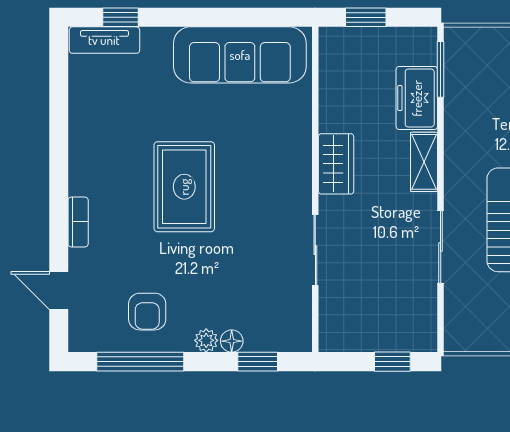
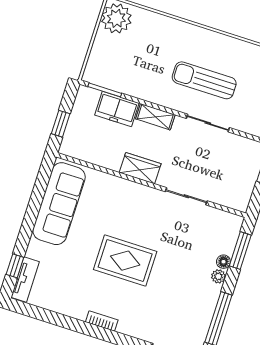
bookcase: (78, 222) -> (102, 321), moved
armchair: (147, 312) -> (191, 305), removed
window: (258, 362) -> (240, 251), width x1.50

